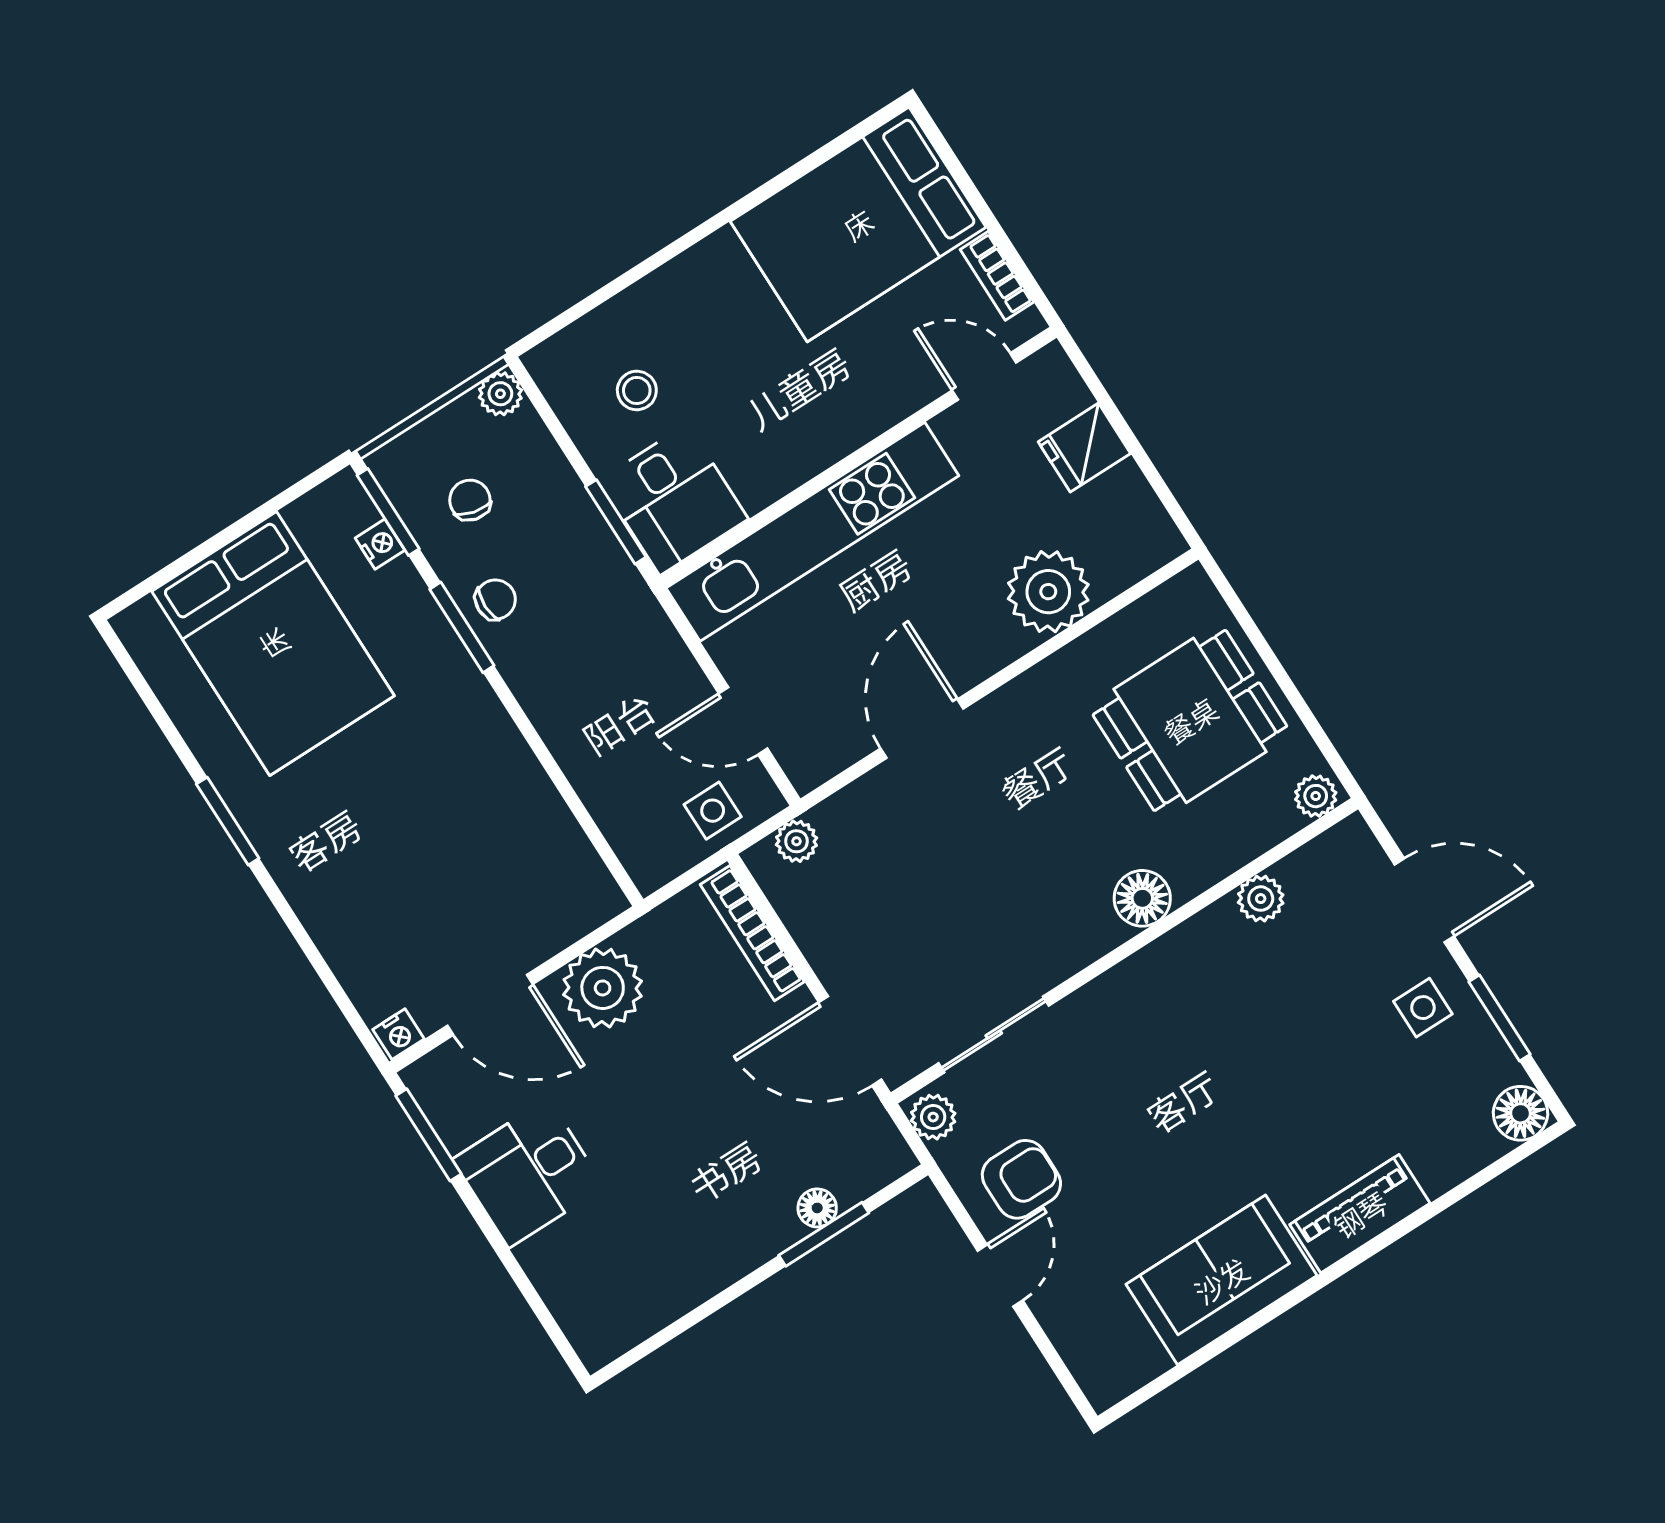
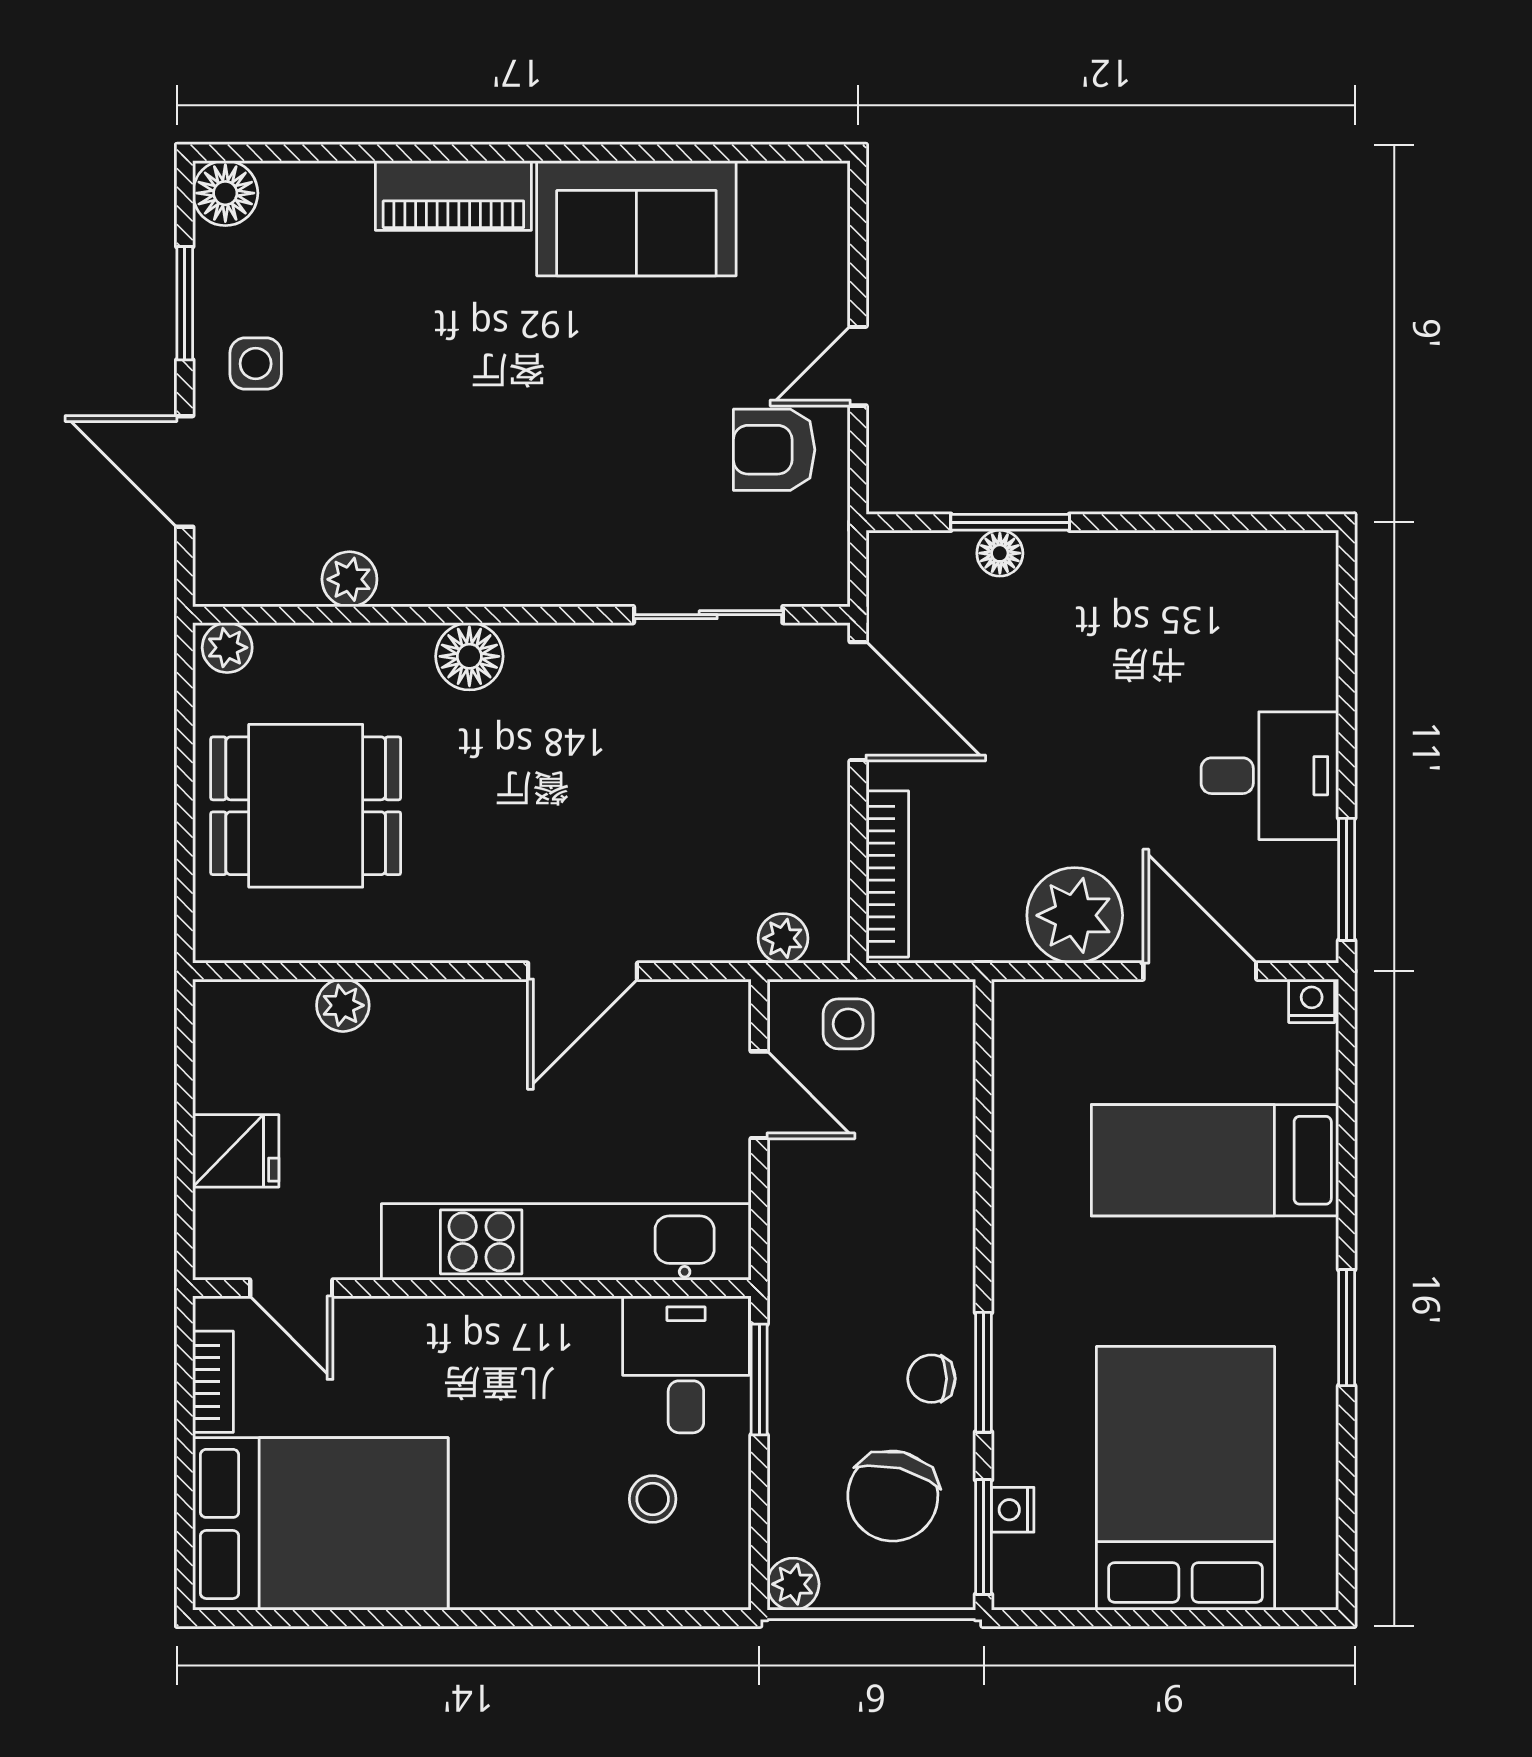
chair: (470, 500) -> (893, 1496), width x1.87, depth x1.87
plant: (1048, 592) -> (343, 1005), width x0.53, depth x0.53
bed: (395, 879) -> (1215, 1160), added
plant: (933, 1117) -> (823, 570), removed

